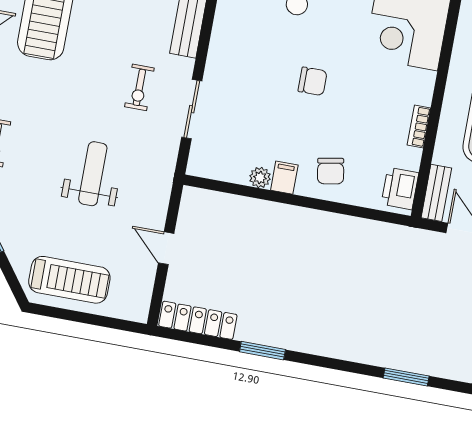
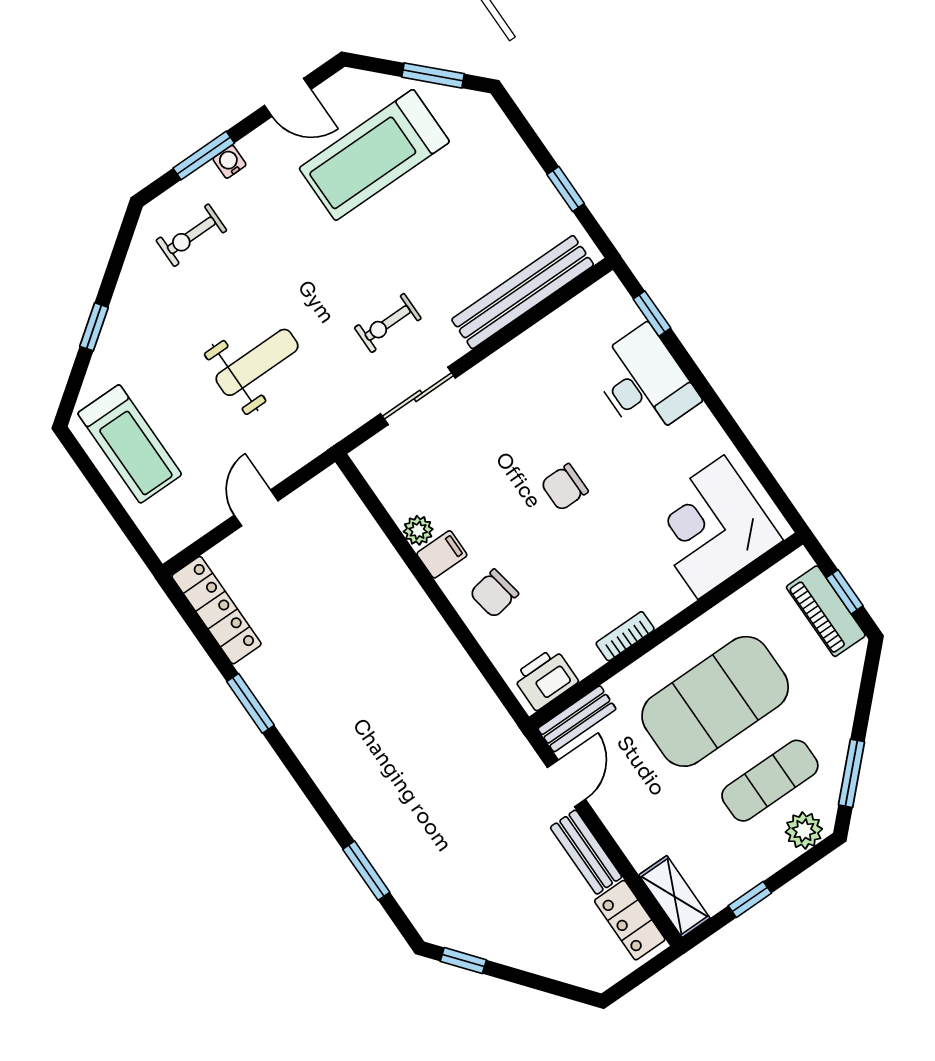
chair: (313, 81) -> (565, 487), turned 90

